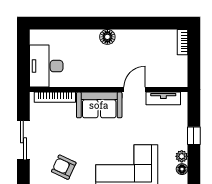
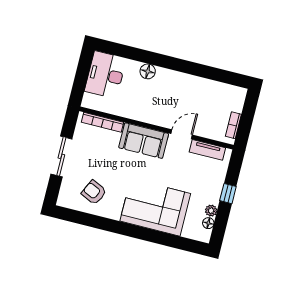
floor lamp: (107, 37) -> (148, 71), moved
bookcase: (182, 42) -> (233, 125), moved
desk: (46, 66) -> (105, 75), moved

